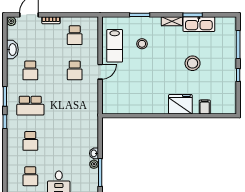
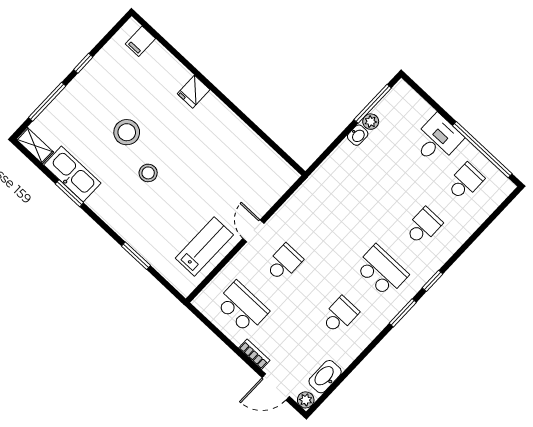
shelving: (172, 21) -> (35, 146), moved
school desk: (75, 35) -> (242, 307), width x1.85
stool: (142, 44) -> (148, 173), moved
washbasin: (12, 50) -> (325, 377), moved
door: (100, 72) -> (253, 231), hinge flipped
fridge: (180, 104) -> (194, 92), width x0.53, depth x0.75
filing cabinet: (205, 107) -> (140, 41), moved

